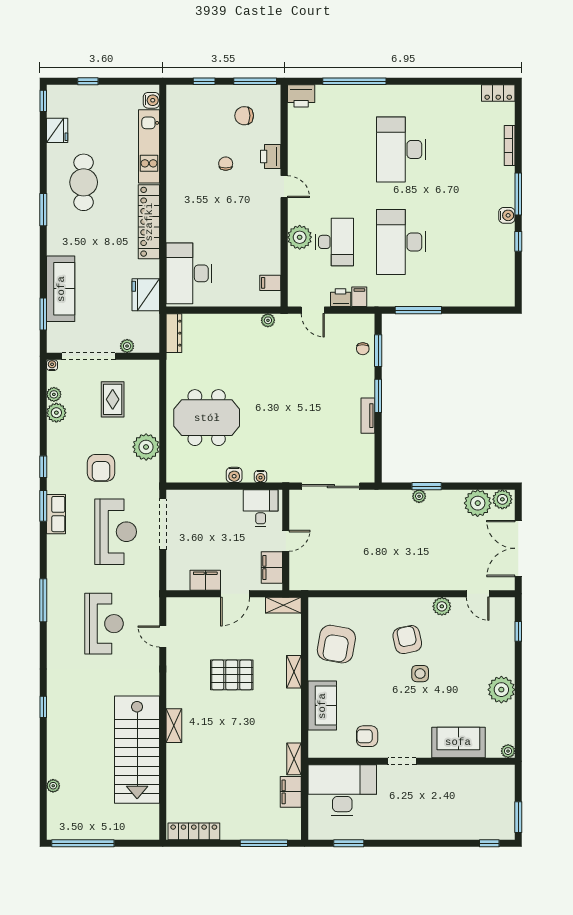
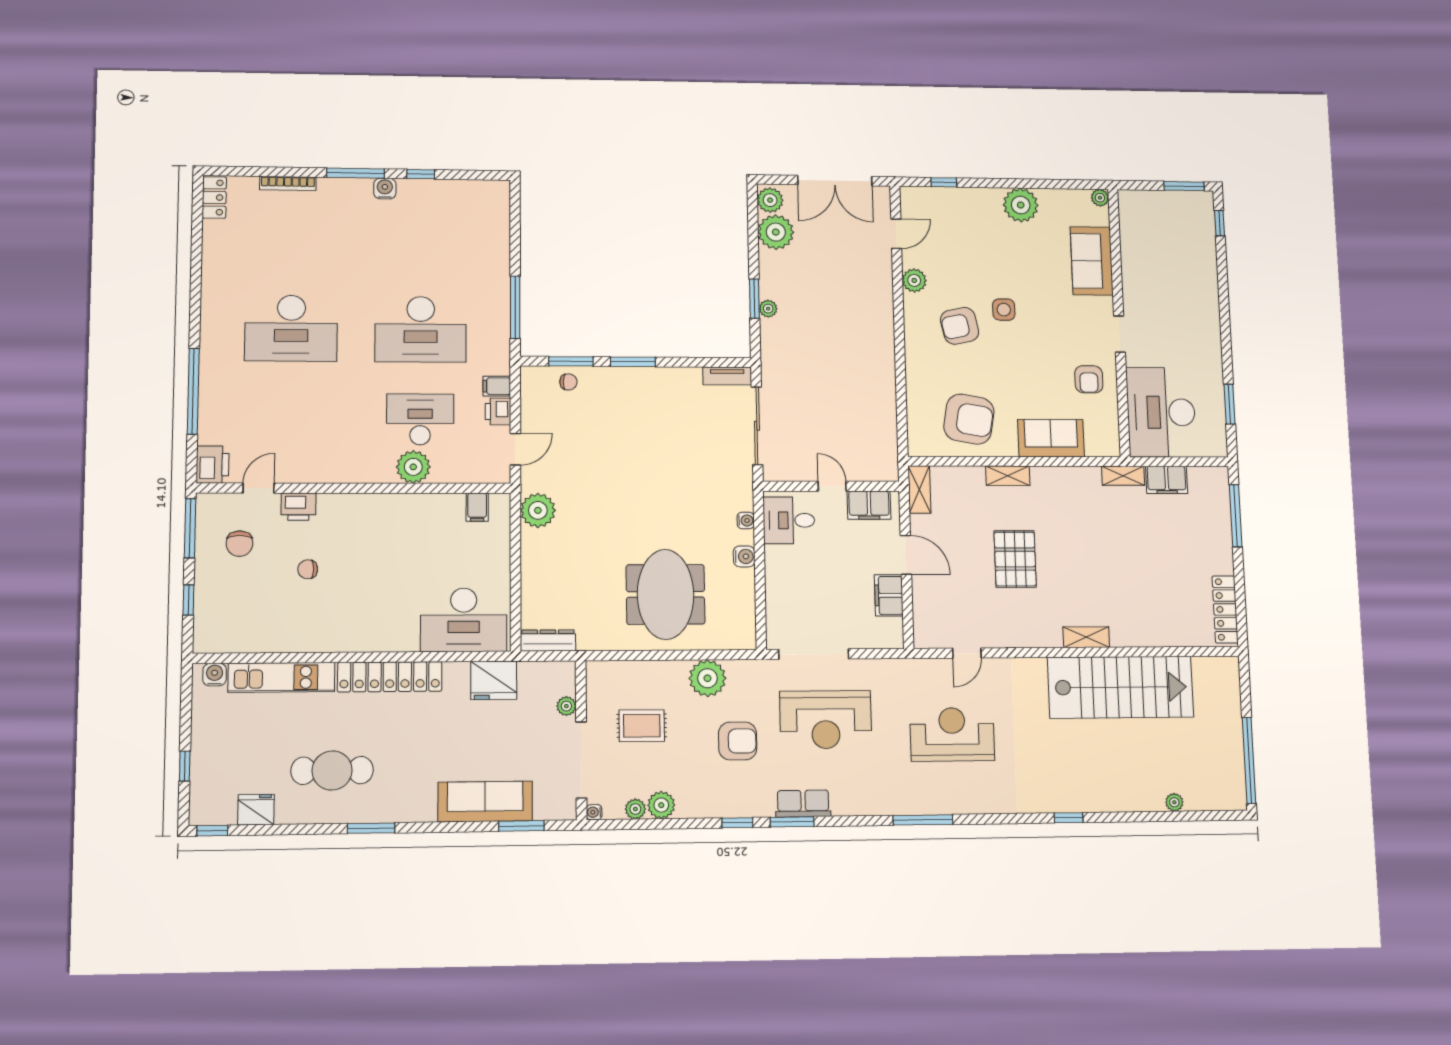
door: (284, 187) -> (259, 488), moved
plant: (268, 320) -> (538, 510), width x1.87, depth x1.87
tv unit: (368, 416) -> (727, 376), moved
reception desk: (116, 532) -> (826, 720), turned 180

